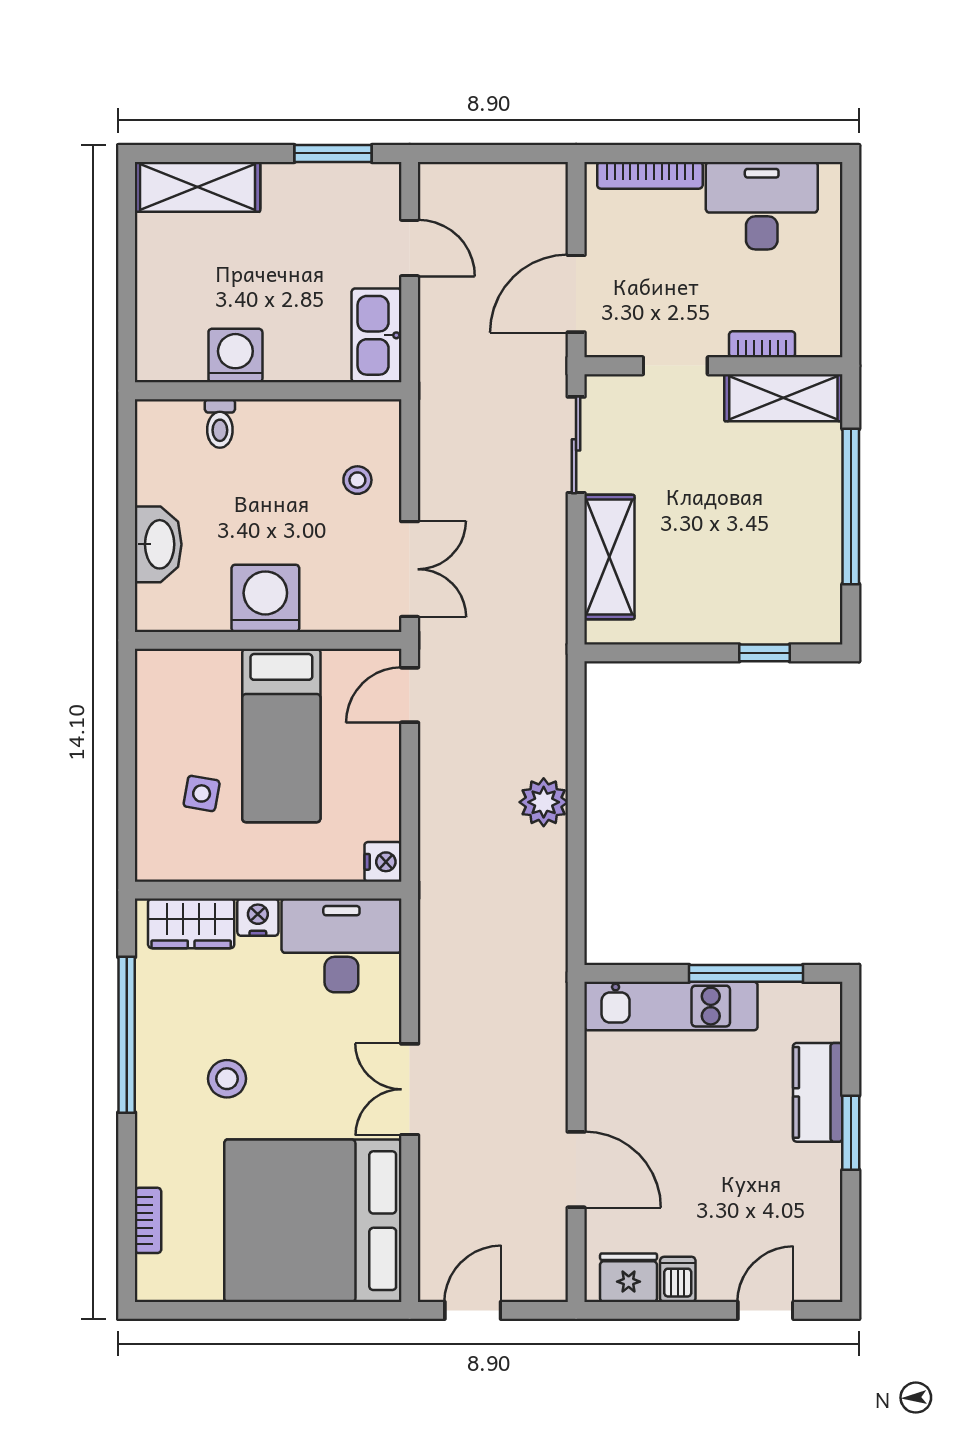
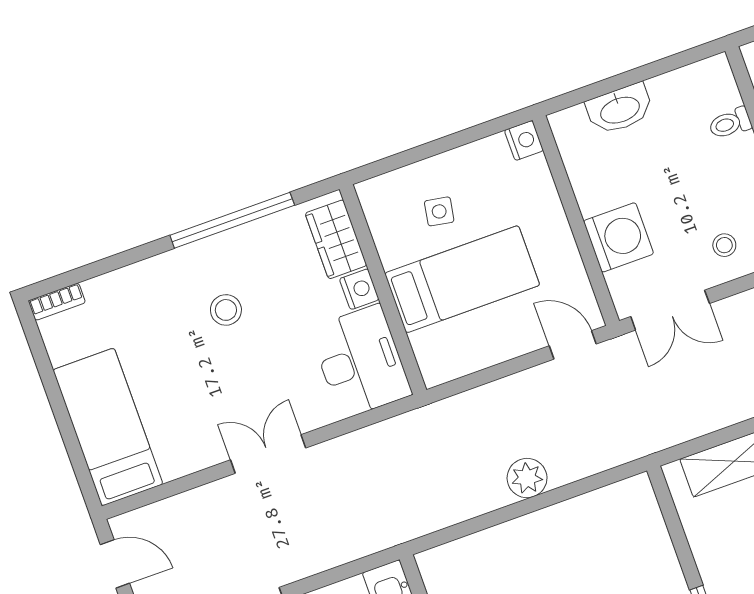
washing machine: (265, 598) -> (619, 237), moved
bed: (281, 735) -> (462, 279), moved, turned 180
nightstand: (383, 862) -> (524, 140), moved, turned -90
bookcase: (148, 1220) -> (57, 302), moved
bed: (313, 1221) -> (108, 427), width x0.49

